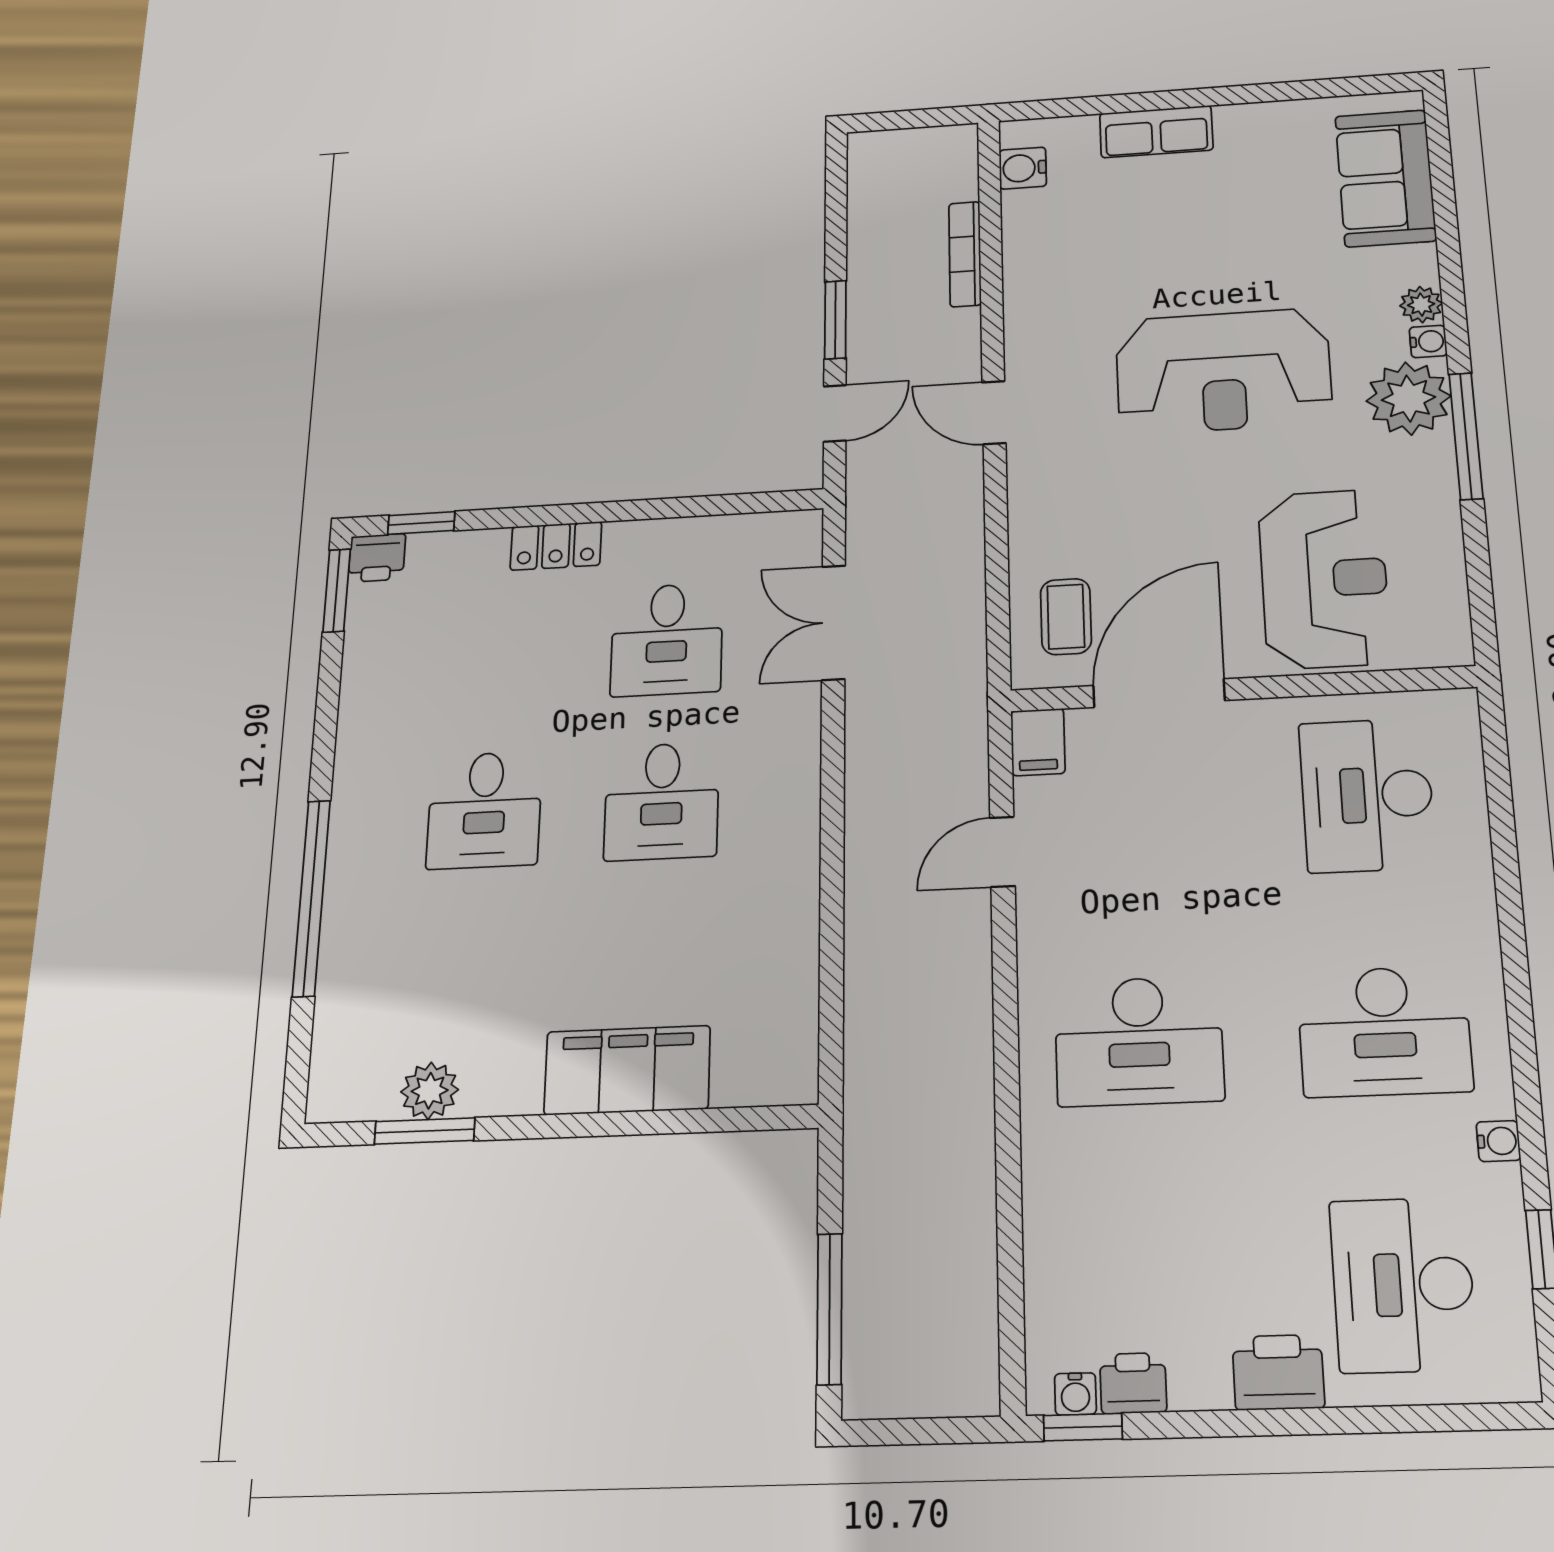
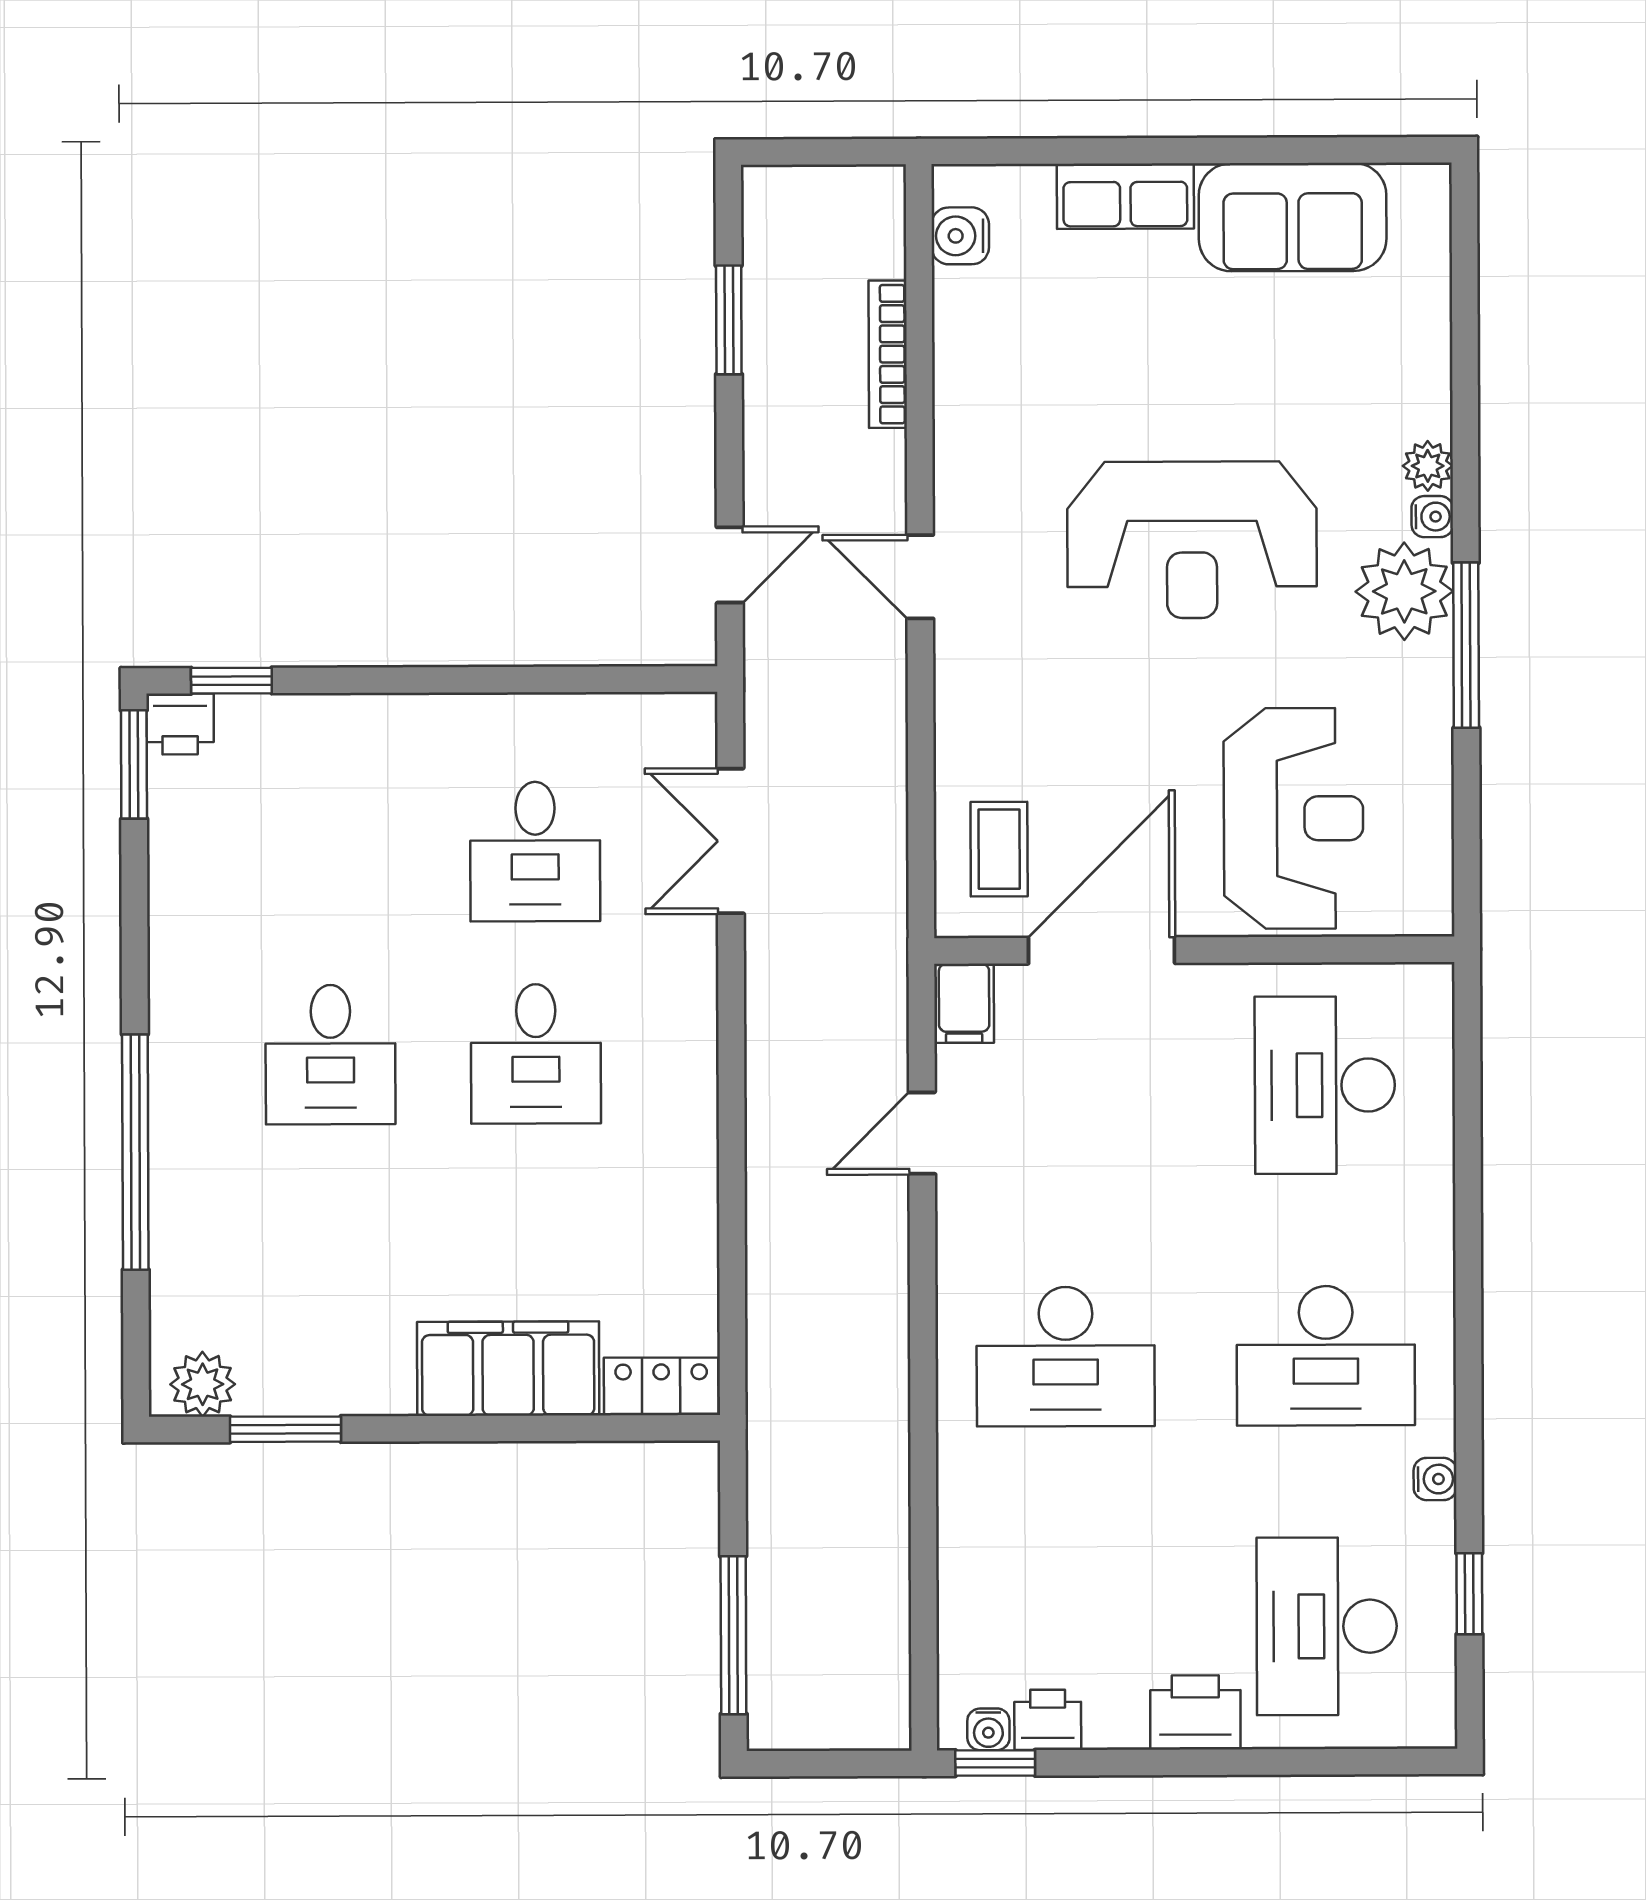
sofa: (1385, 178) -> (1293, 217), moved, turned -90
window: (835, 320) -> (729, 320), moved
locker: (556, 546) -> (661, 1386), moved, turned 180
plant: (430, 1091) -> (203, 1384), moved

